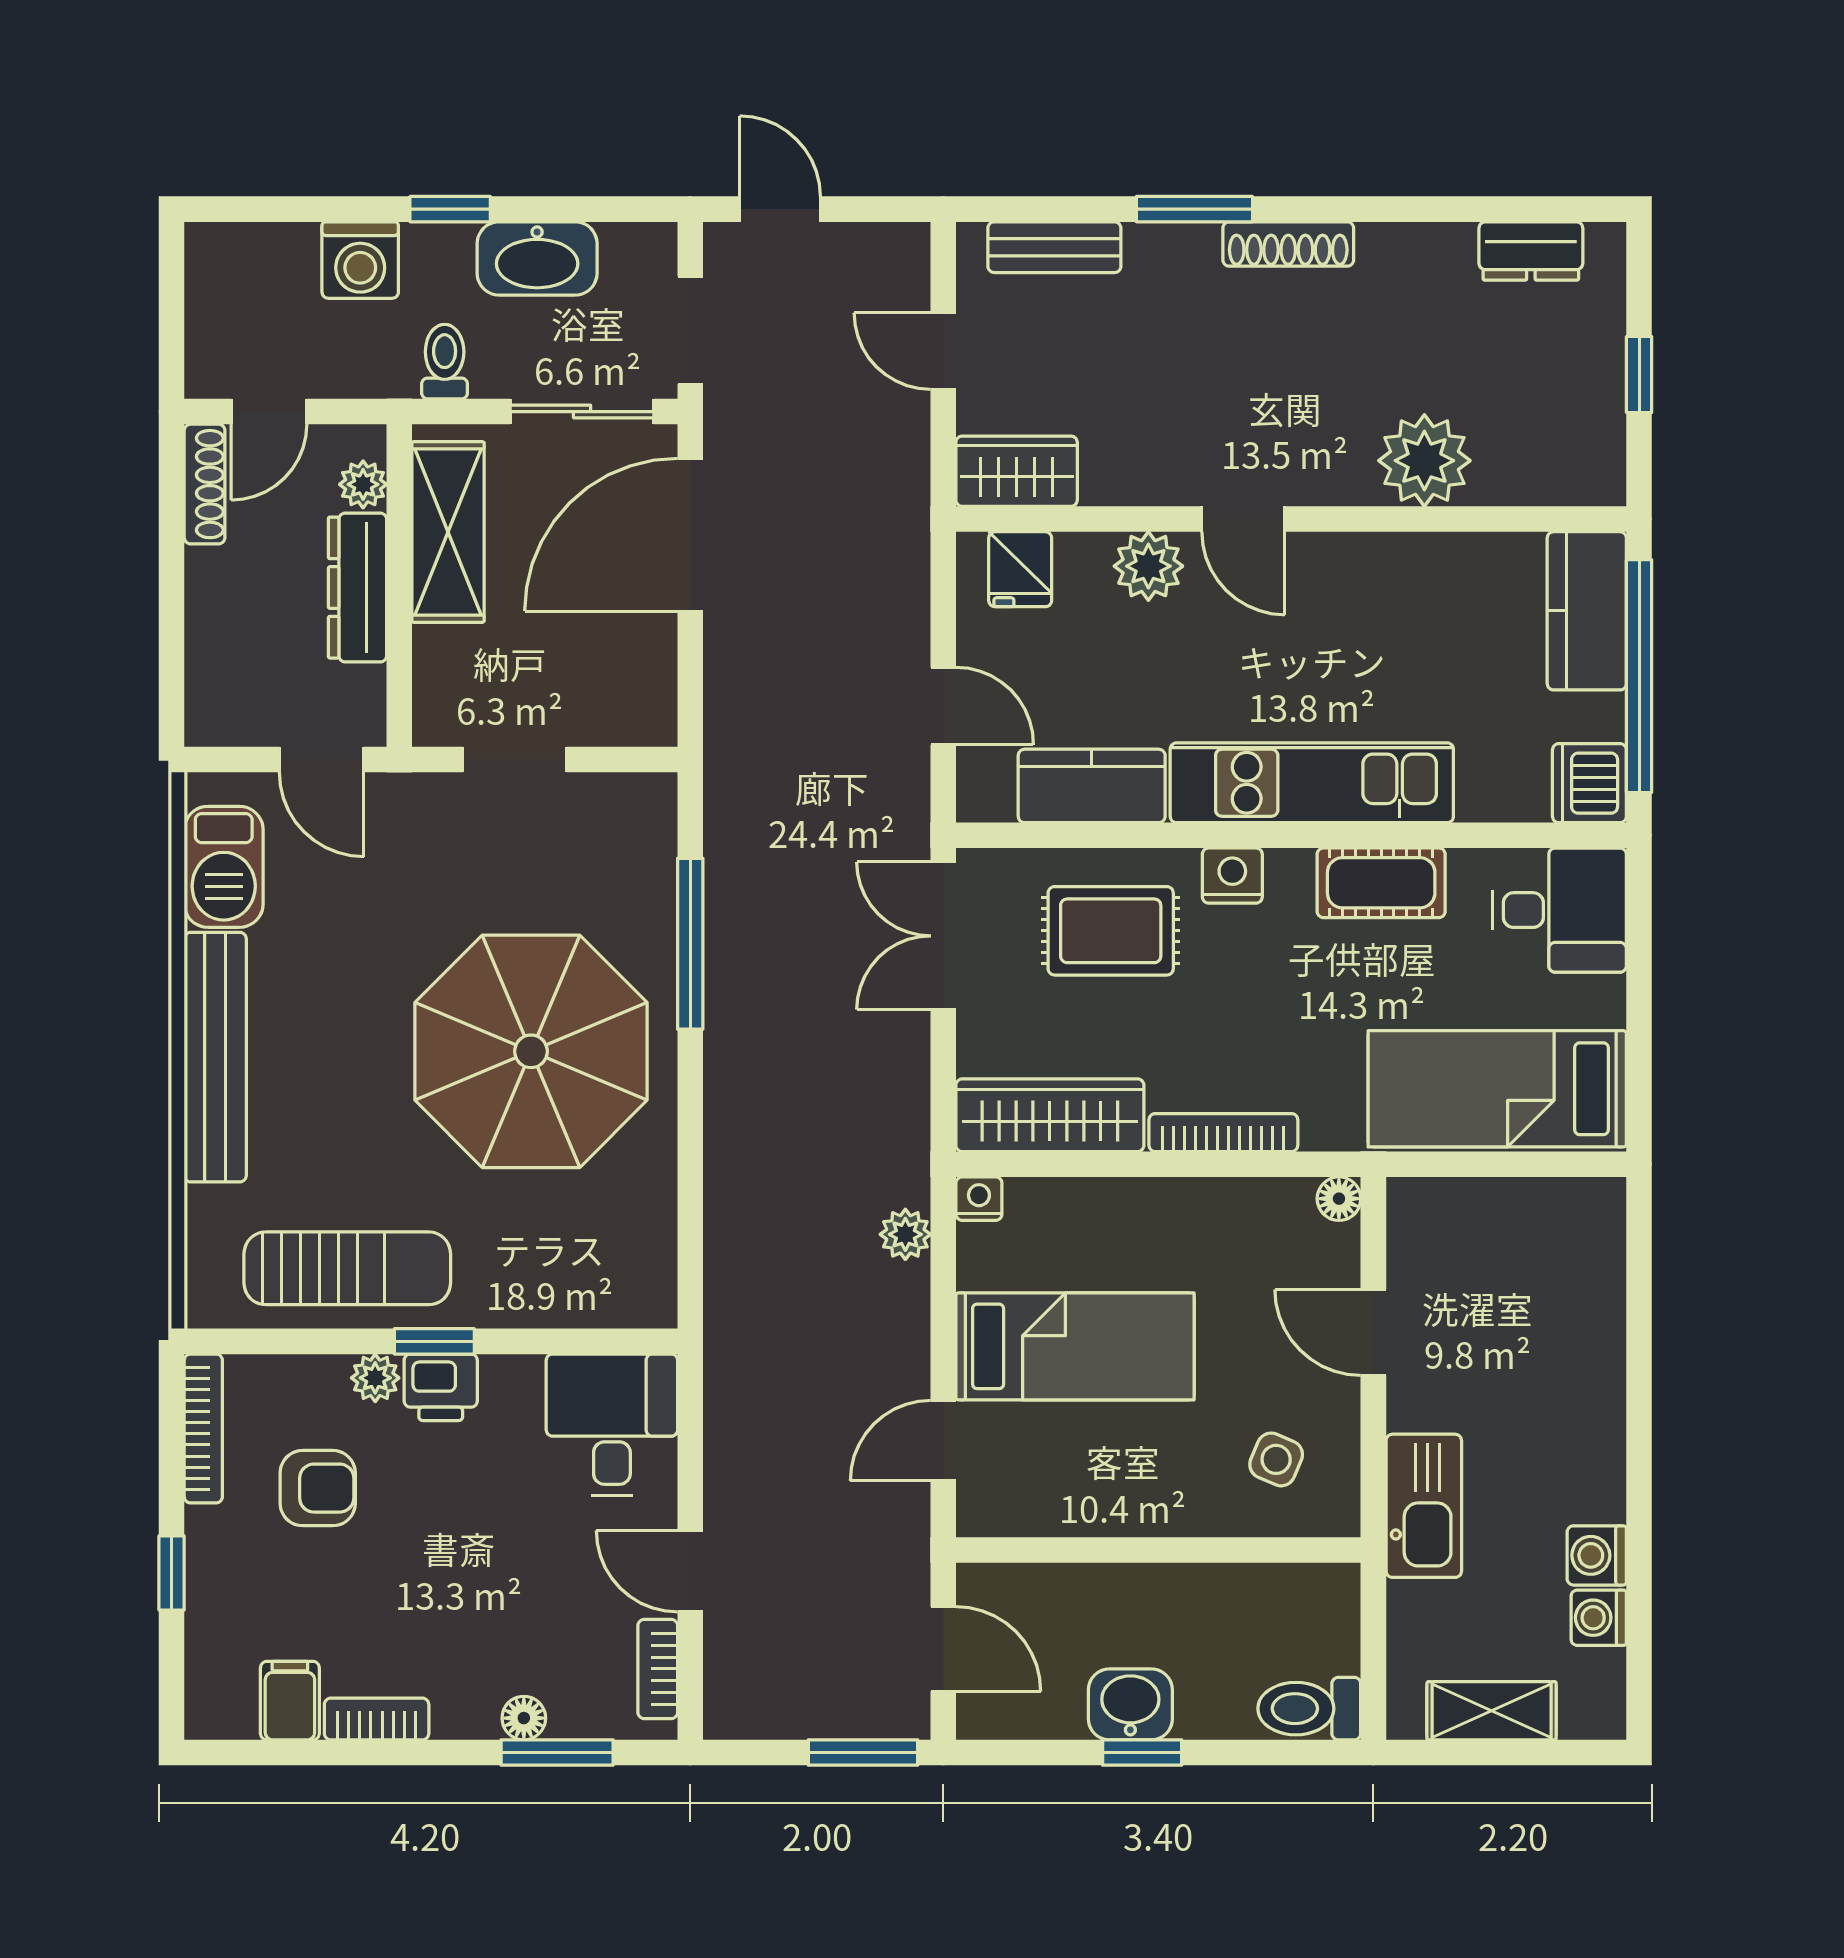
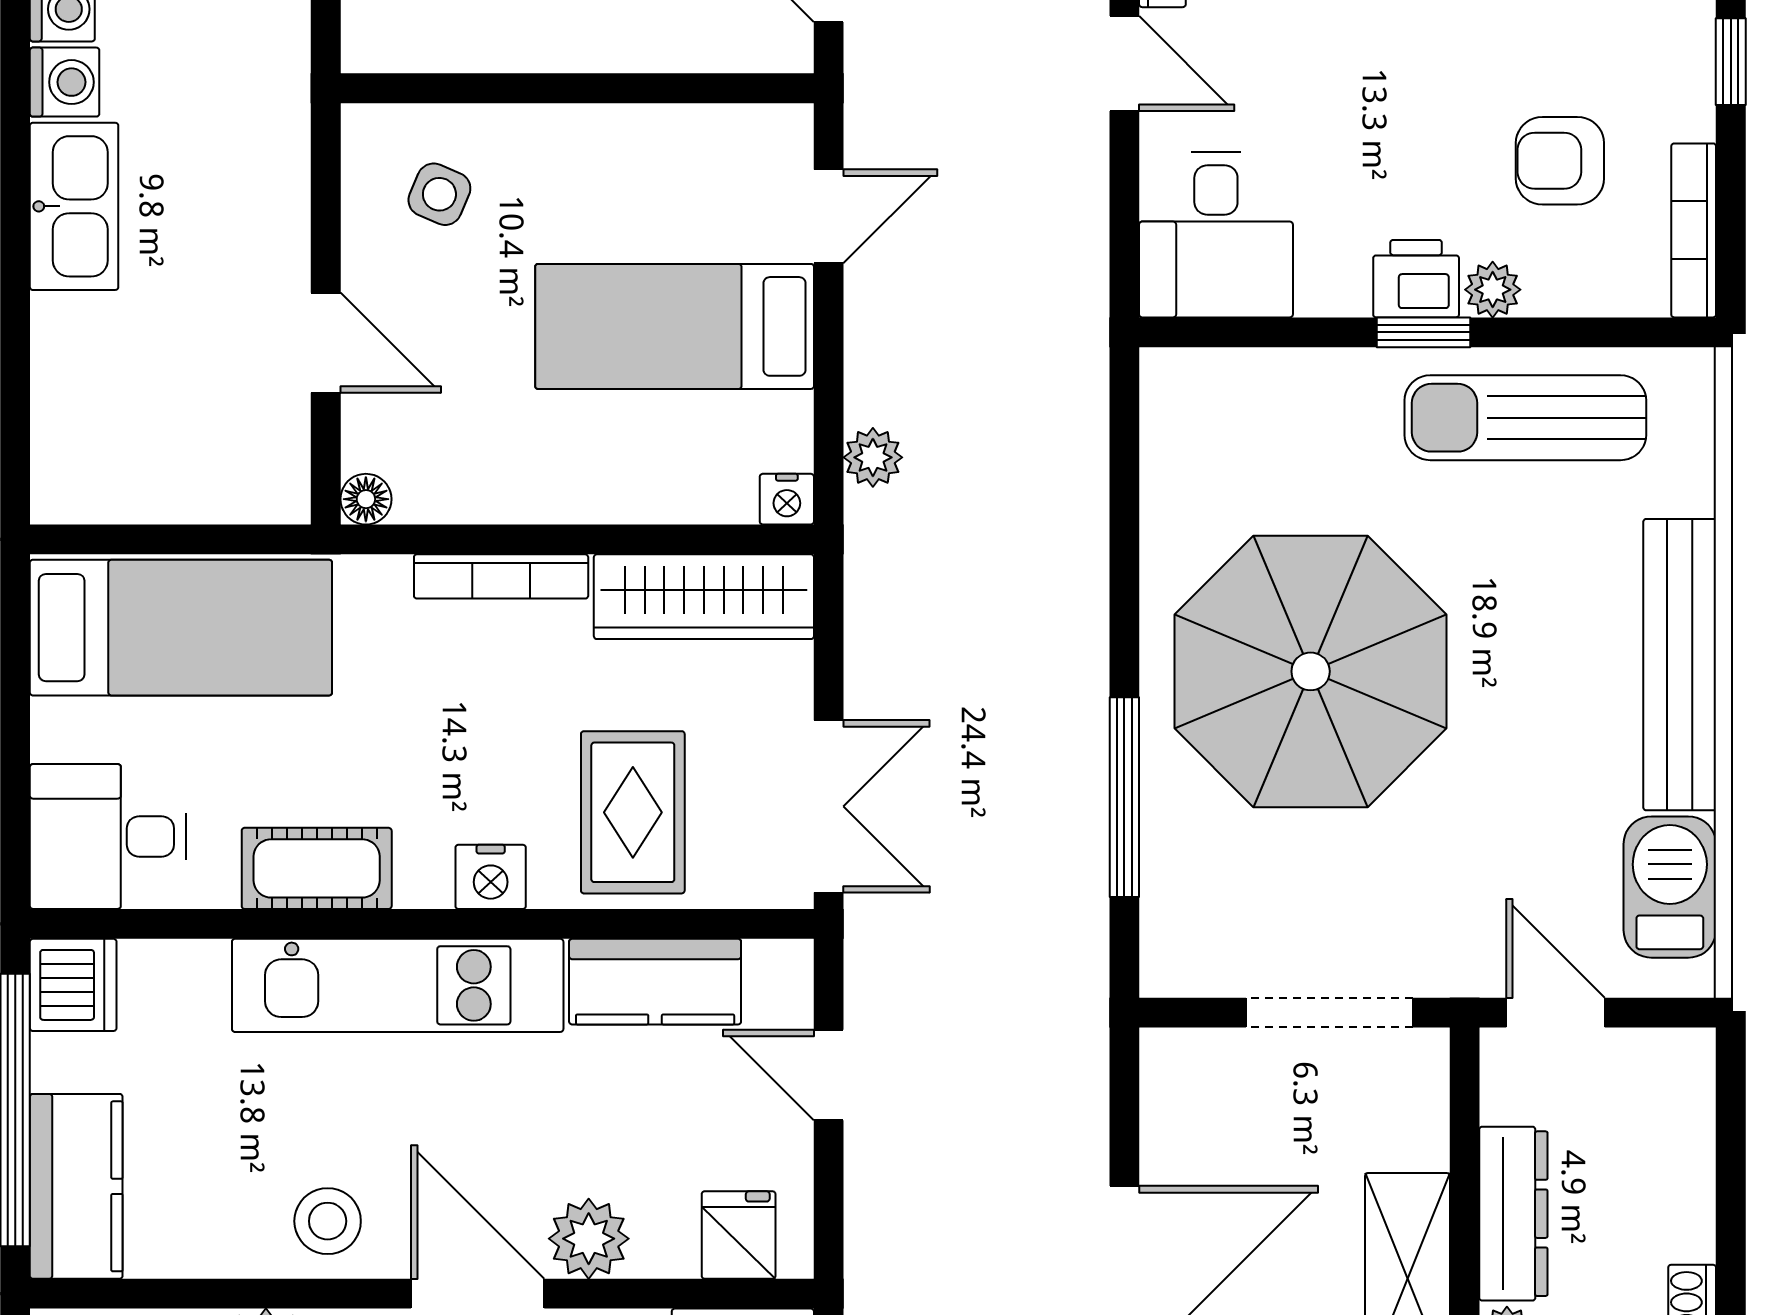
door: (1243, 519) -> (478, 1294), width x1.38
stool: (1372, 581) -> (328, 1221), added
doorway: (515, 759) -> (1329, 1013), width x1.38
rug: (1111, 931) -> (633, 812), turned 90
kitchen sink: (1424, 1506) -> (74, 206), moved, turned 180

